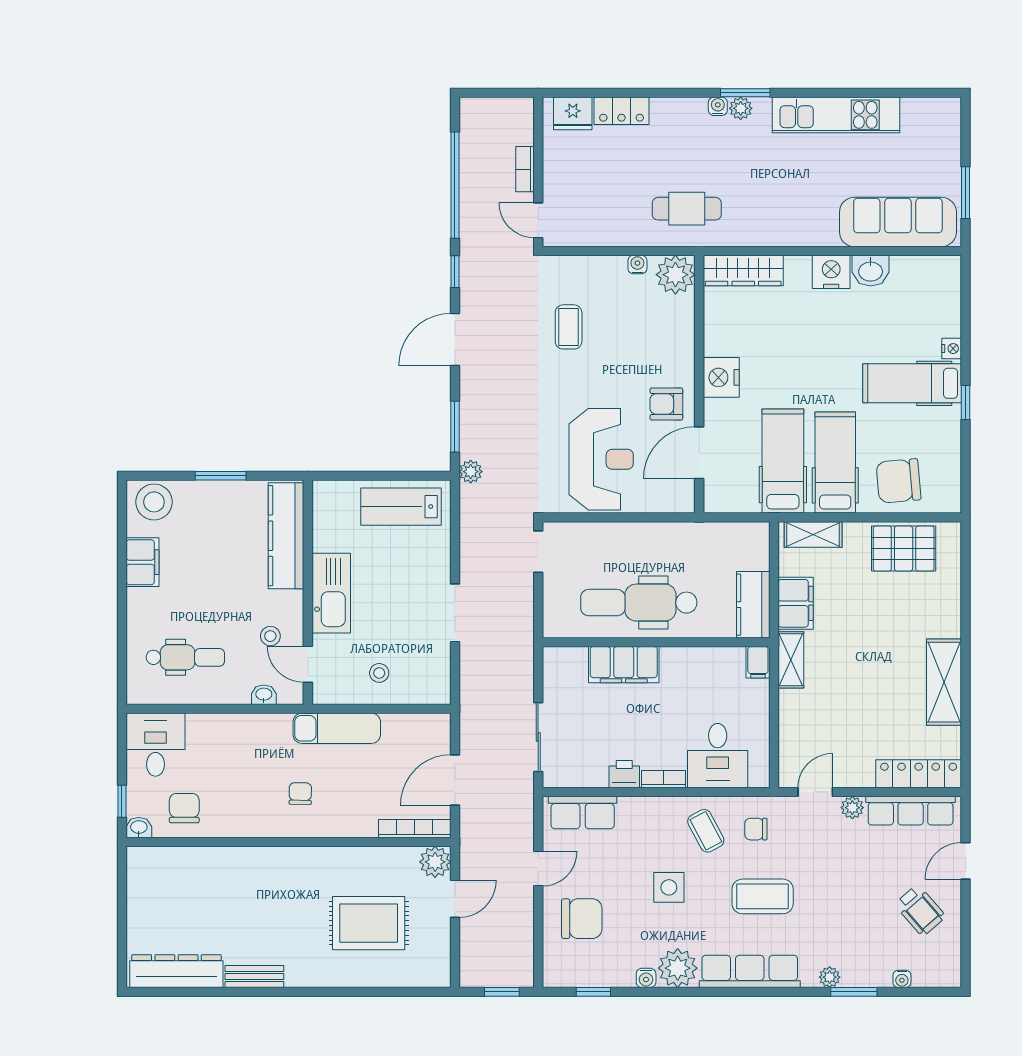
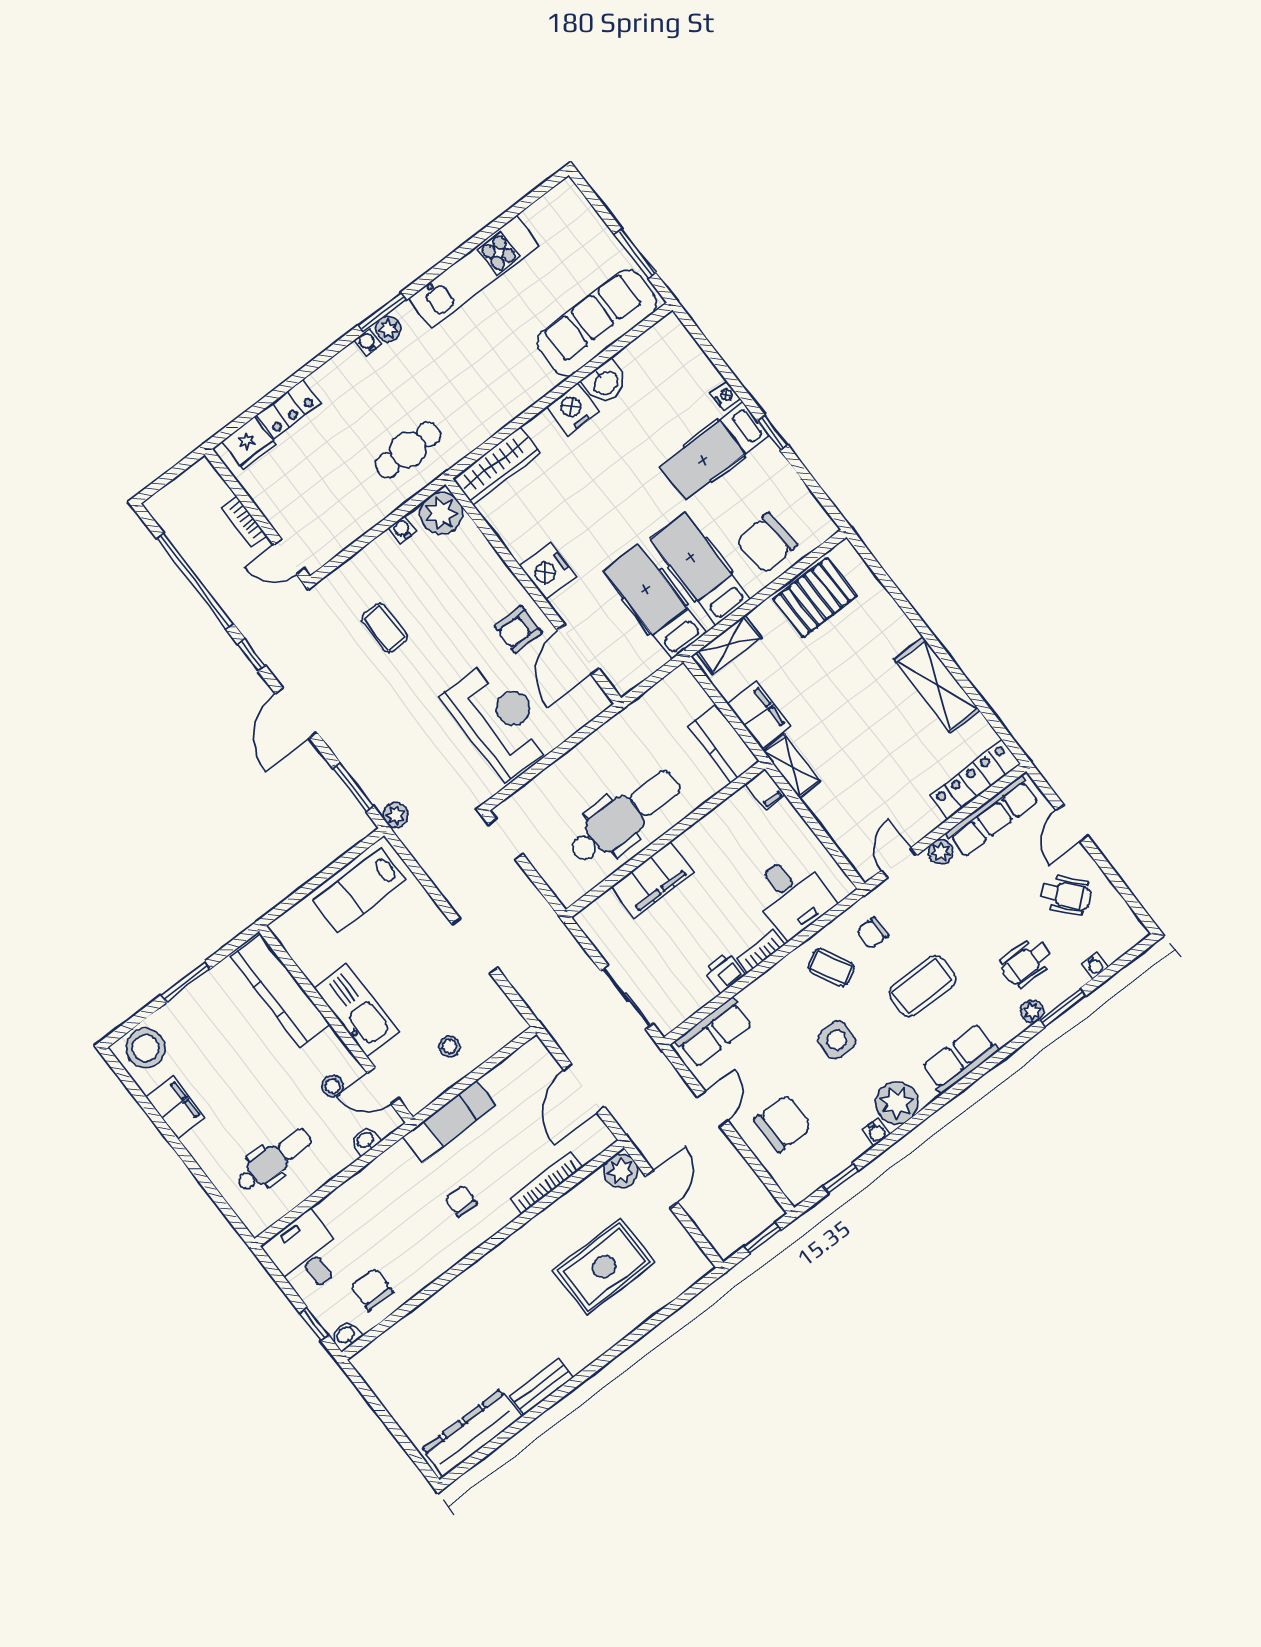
dental chair: (639, 603) -> (625, 817), turned 180
bookcase: (415, 829) -> (546, 1183), moved
wheelchair: (853, 938) -> (1026, 962), added
row of seats: (750, 971) -> (960, 1059), width x0.68

